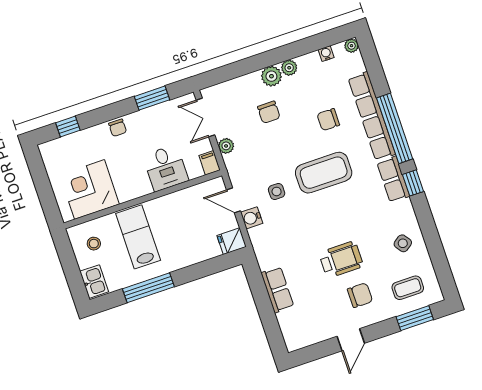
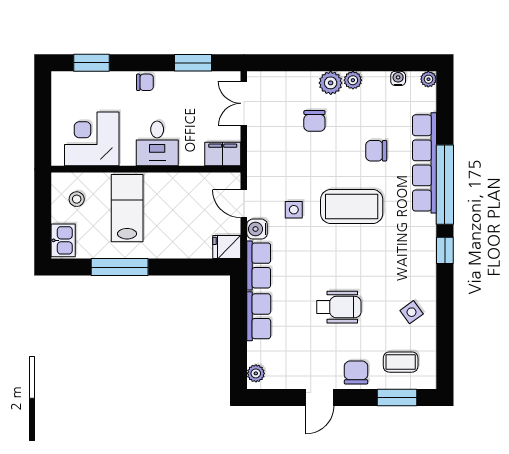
window: (68, 127) -> (91, 63), width x1.50
chair: (118, 128) -> (145, 82), turned -90
plant: (226, 146) -> (256, 373), moved
filing cabinet: (210, 163) -> (223, 154), width x2.00
desk: (166, 168) -> (157, 143), moved
row of seats: (393, 179) -> (259, 265), moved, turned 180
chair: (360, 295) -> (356, 373), moved, turned -90

